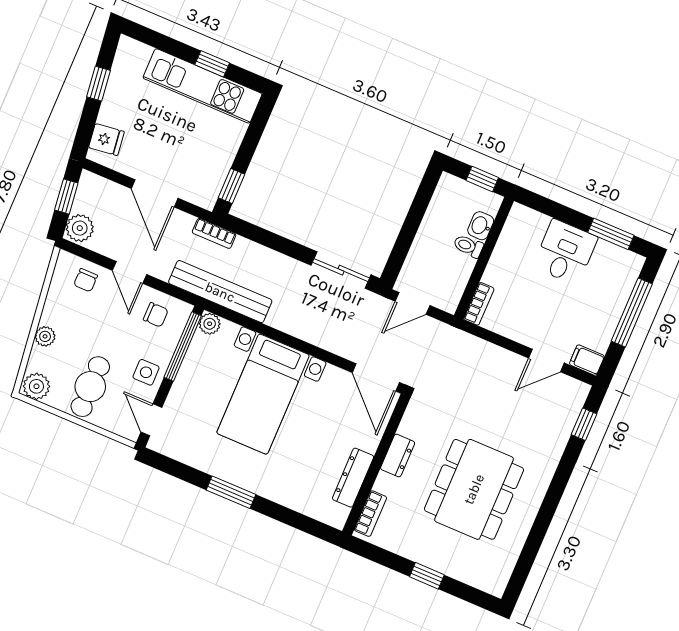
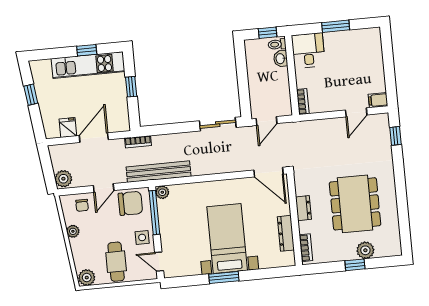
fridge: (106, 140) -> (68, 128), moved, turned -83
window: (232, 186) -> (131, 87), moved
door: (155, 193) -> (94, 138), swing flipped
window: (66, 197) -> (47, 166), removed
window: (611, 234) -> (336, 26), moved
toilet: (468, 246) -> (277, 44), moved
desk: (565, 252) -> (308, 50), moved
door: (129, 272) -> (104, 188), hinge flipped
window: (632, 312) -> (388, 61), removed
chair: (156, 315) -> (130, 203), width x1.87, depth x1.87
plant: (45, 336) -> (73, 231), moved
bed with nightstands: (263, 394) -> (227, 238), moved, turned 180
plant: (453, 563) -> (365, 250), added

